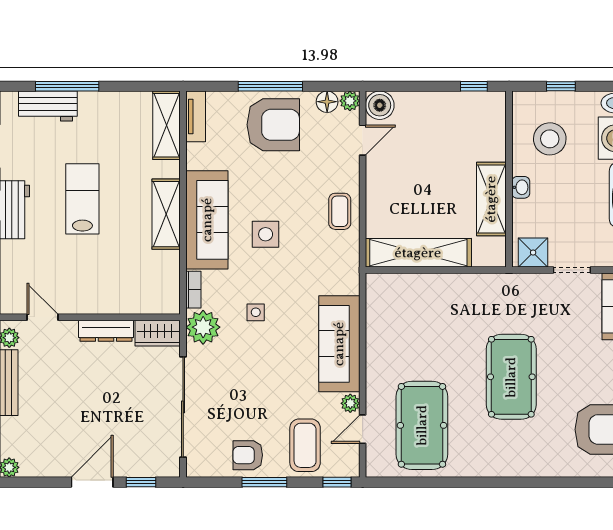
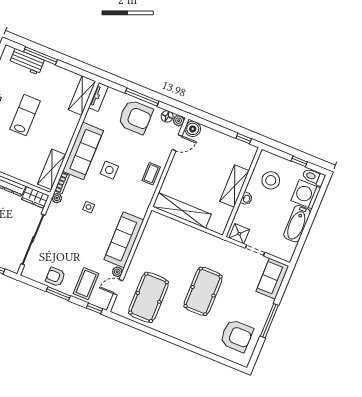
window: (561, 86) -> (299, 161), moved
shelving: (491, 199) -> (234, 186), moved
shelving: (166, 214) -> (52, 169), moved
plant: (203, 327) -> (57, 198), width x0.53, depth x0.53

